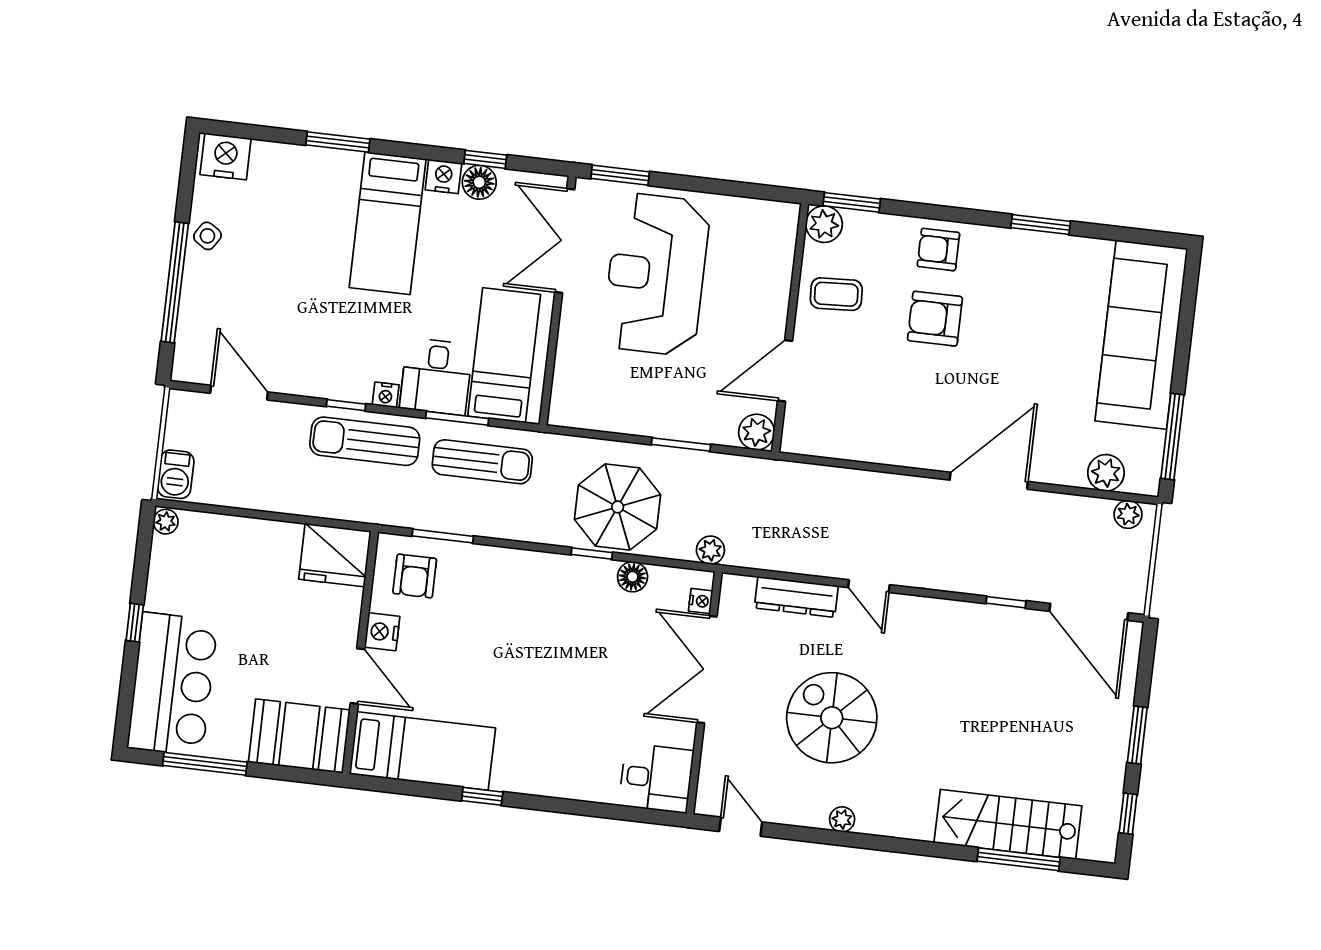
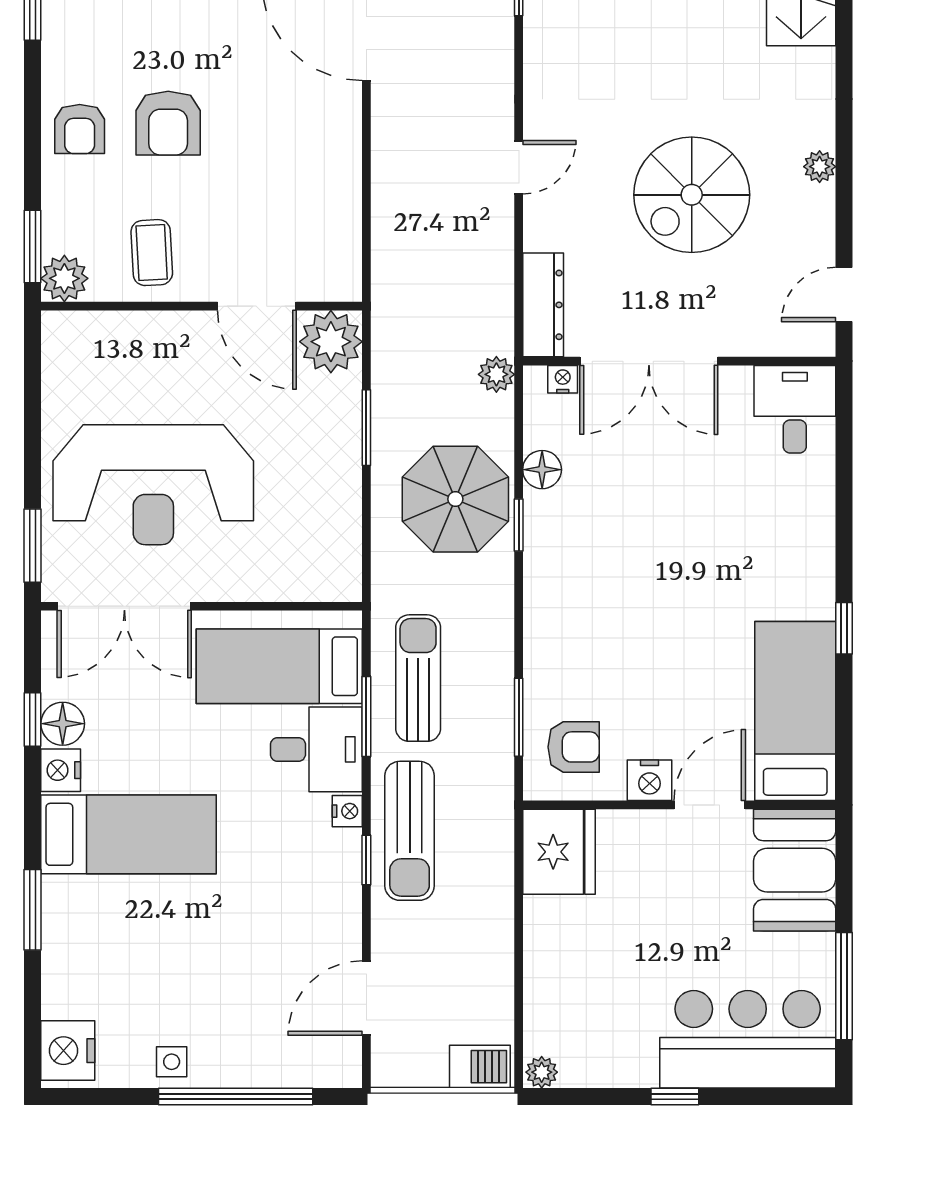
side table: (207, 236) -> (172, 1062), turned -33
plant: (757, 432) -> (331, 342), width x1.36, depth x1.36
dresser: (796, 597) -> (543, 305), moved

